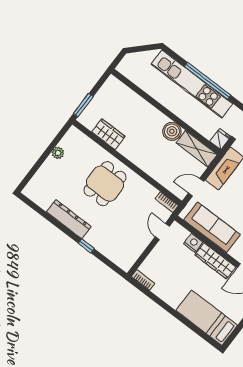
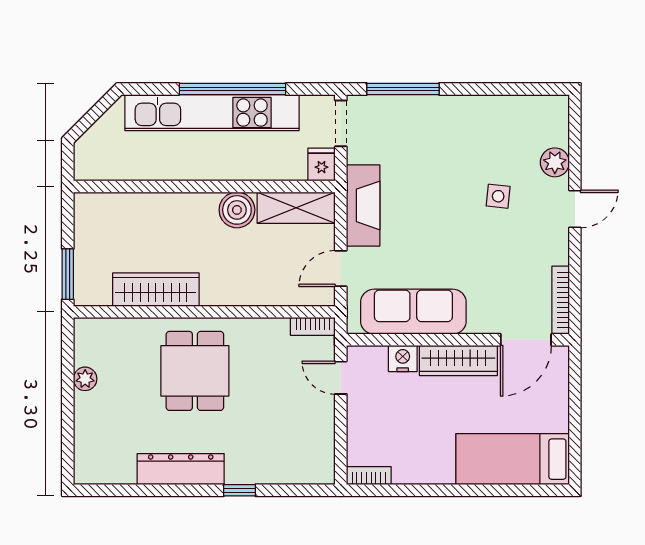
wardrobe: (108, 134) -> (156, 290), width x1.50

